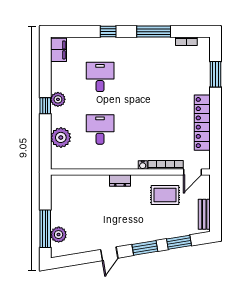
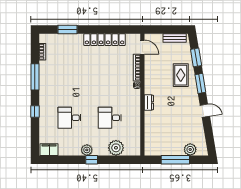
rug: (165, 195) -> (181, 75), moved
window: (45, 229) -> (175, 160), moved

